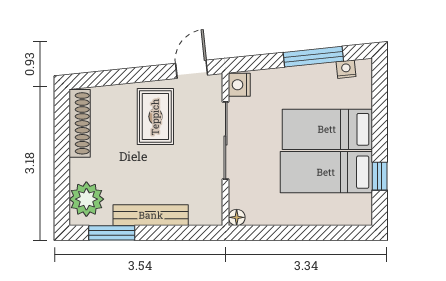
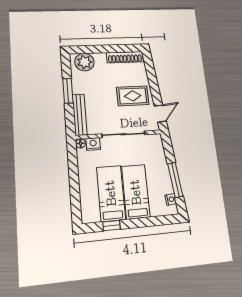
door: (192, 69) -> (160, 114), hinge flipped
nightstand: (239, 85) -> (93, 144), moved
bench: (151, 215) -> (80, 115), moved
window: (112, 233) -> (68, 91), moved

